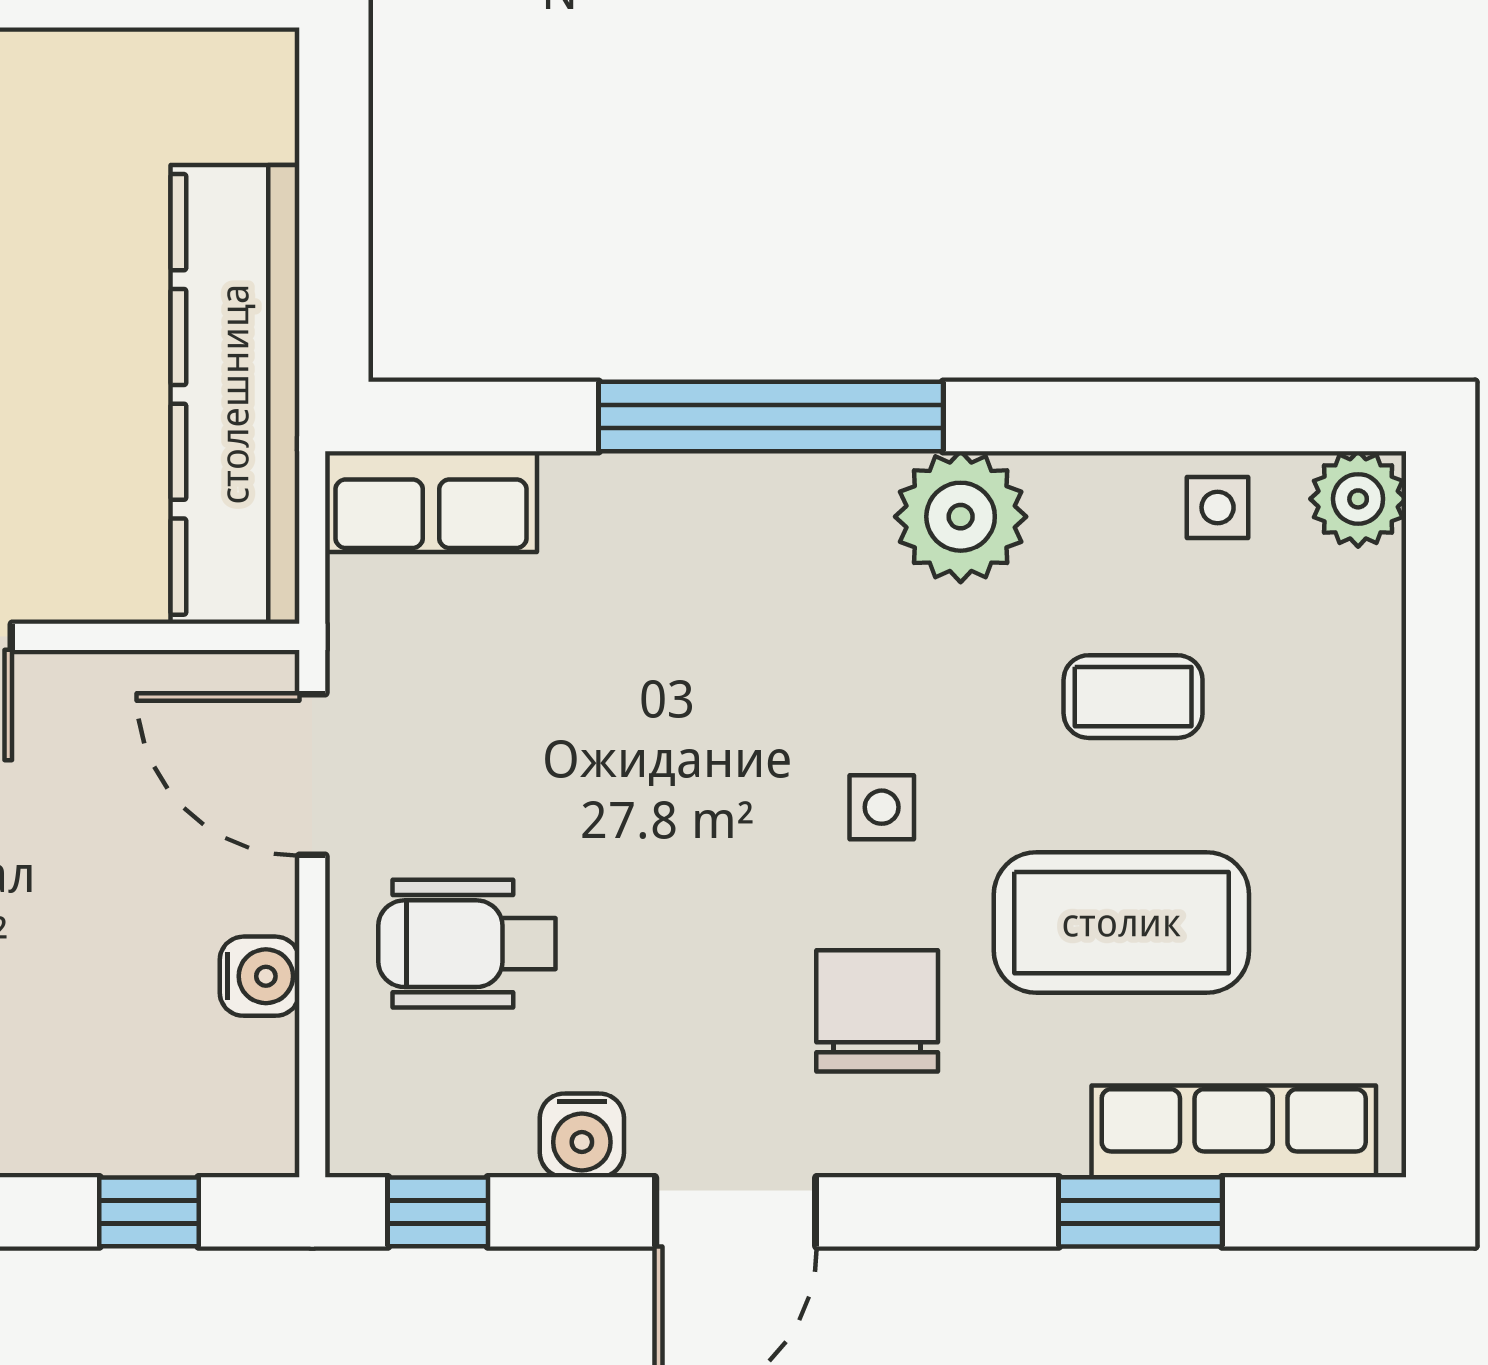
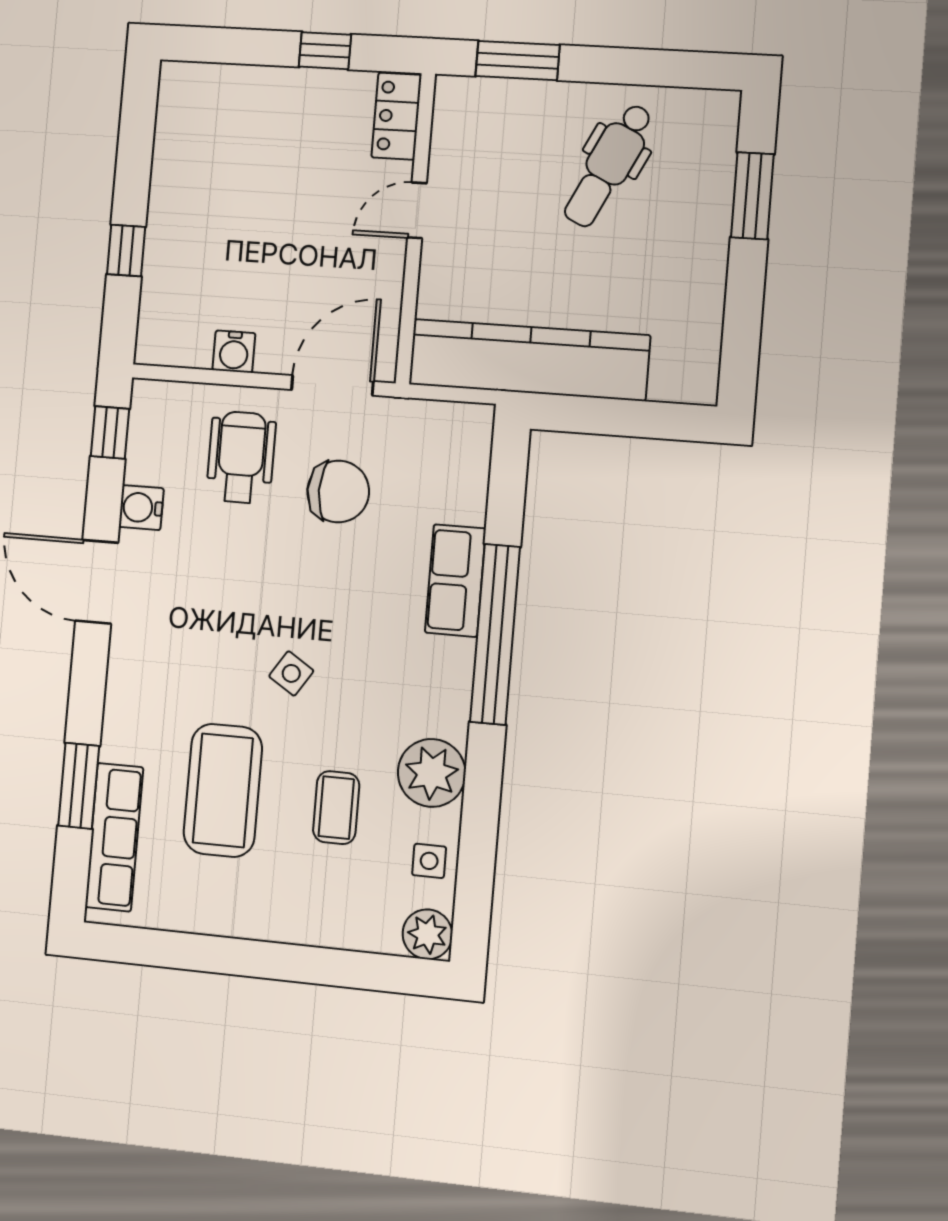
row of seats: (431, 502) -> (455, 581), moved
plant: (961, 517) -> (432, 773), moved
side table: (882, 807) -> (291, 673), turned 33
chair: (877, 1011) -> (338, 492), moved
window: (149, 1212) -> (126, 250), moved

